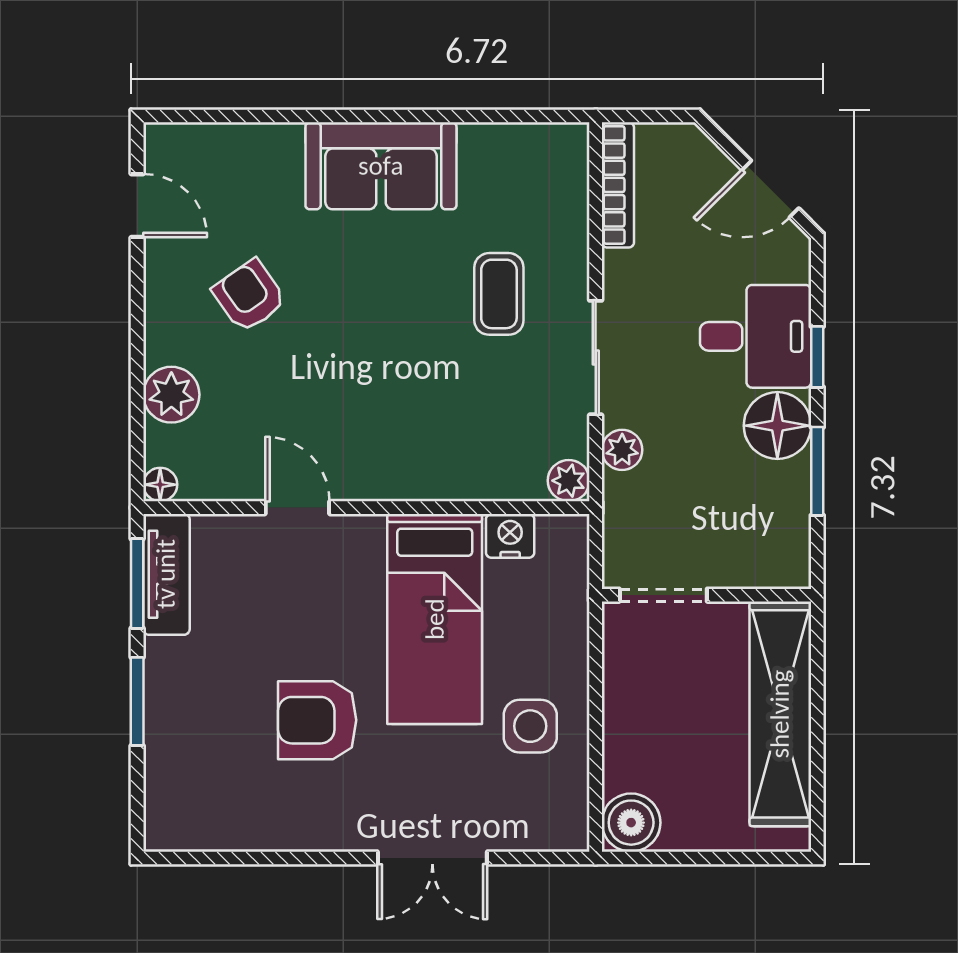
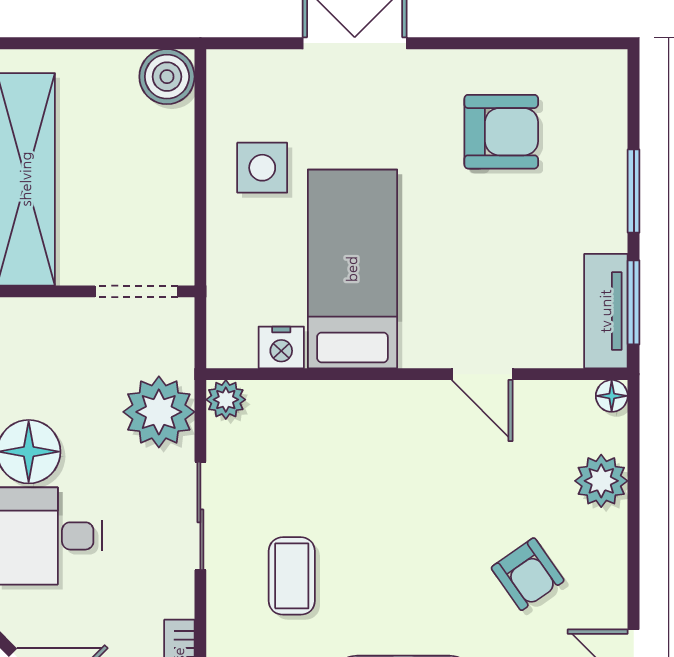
plant: (622, 450) -> (159, 412), width x1.88, depth x1.88
armchair: (317, 720) -> (501, 132), moved

